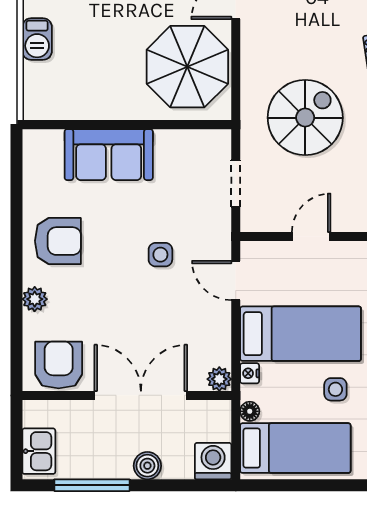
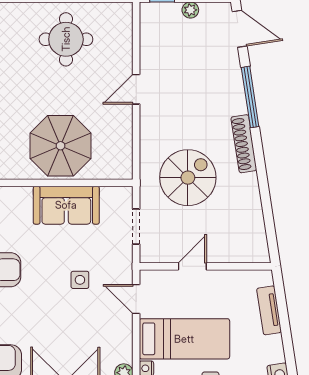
parasol: (187, 67) -> (61, 146), moved
sofa: (109, 155) -> (66, 205), moved

